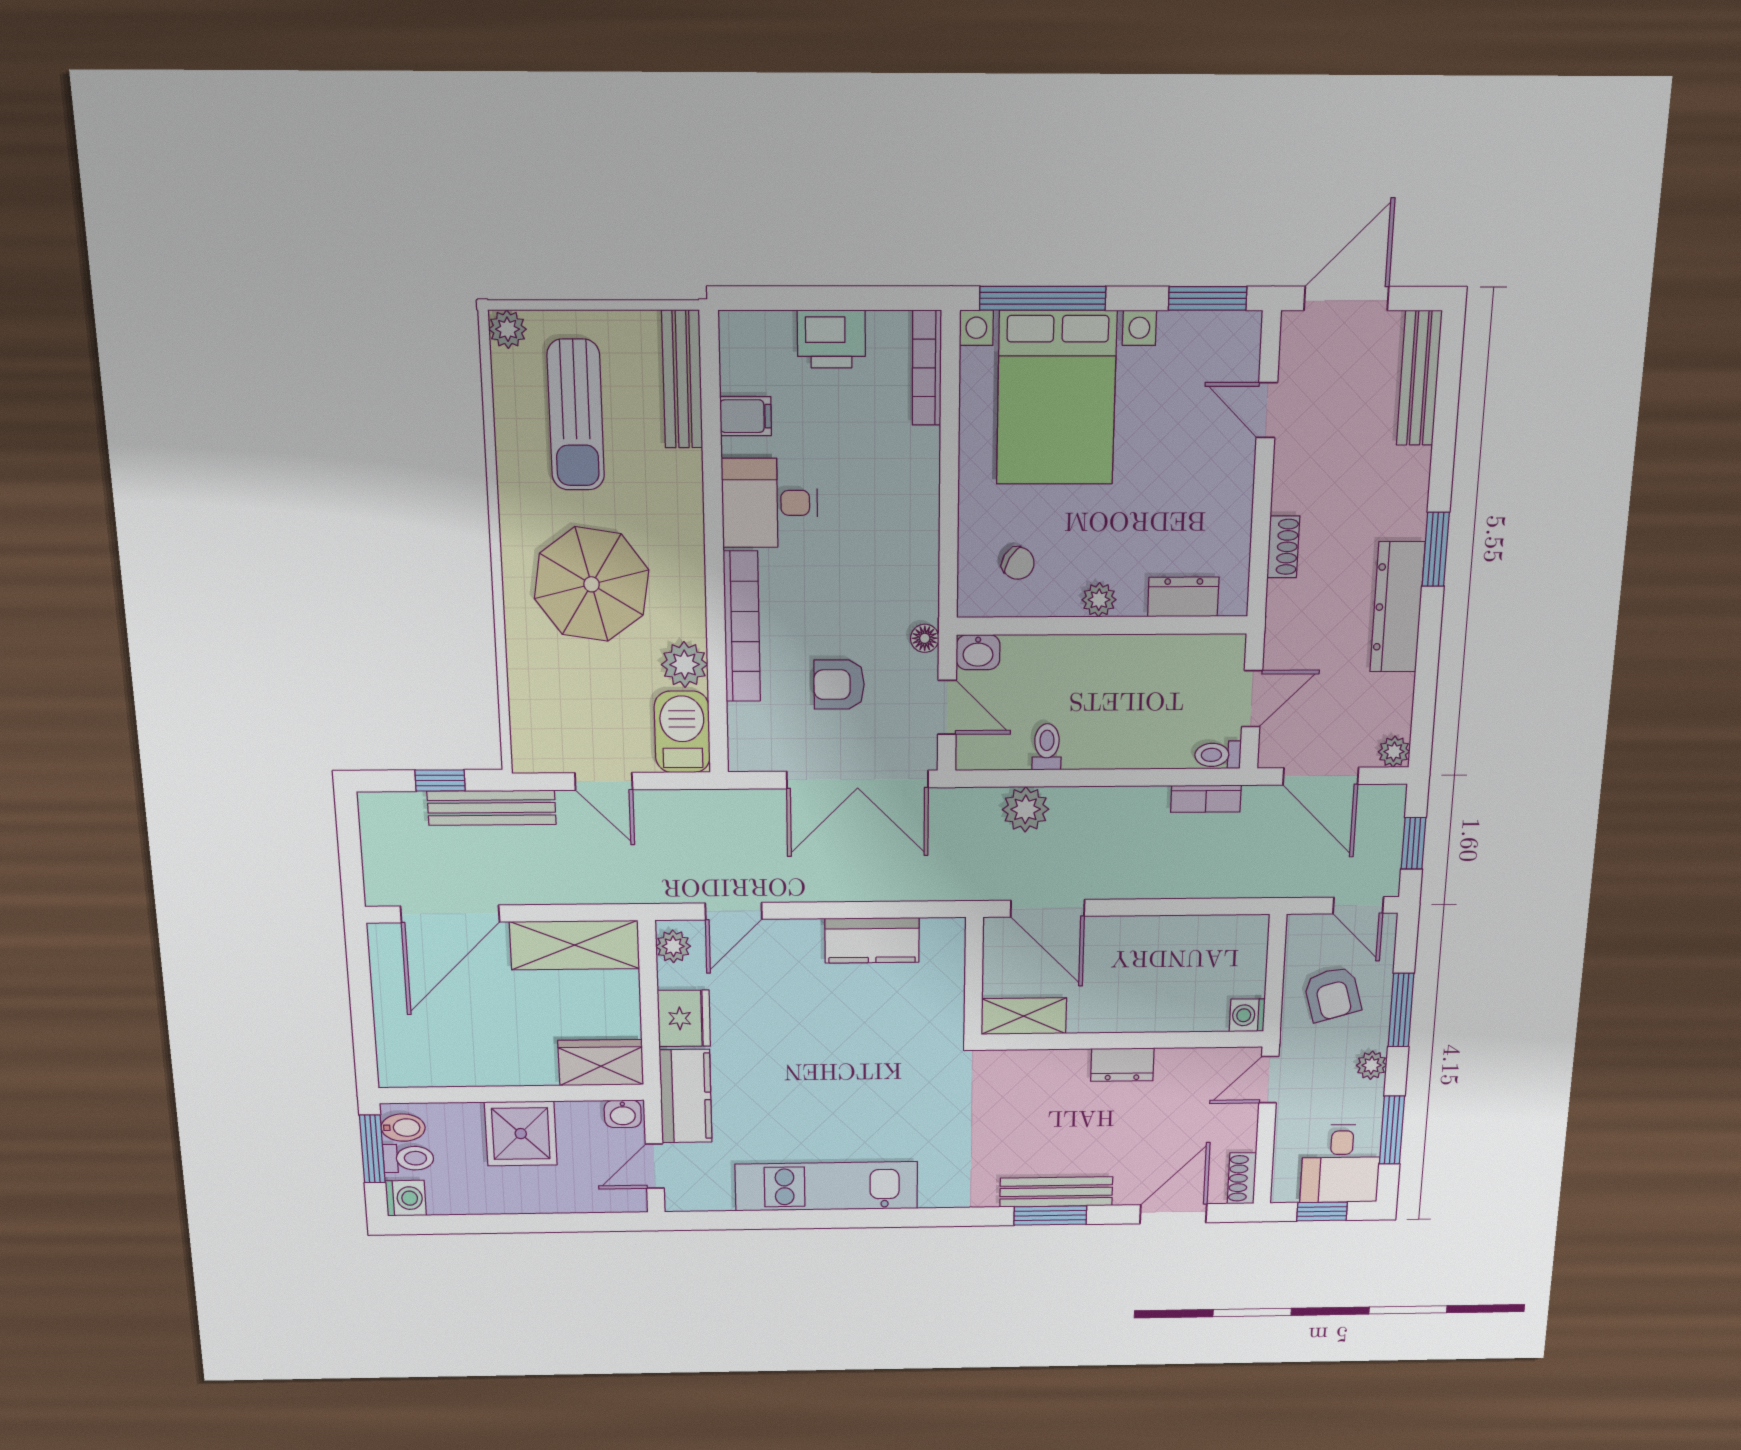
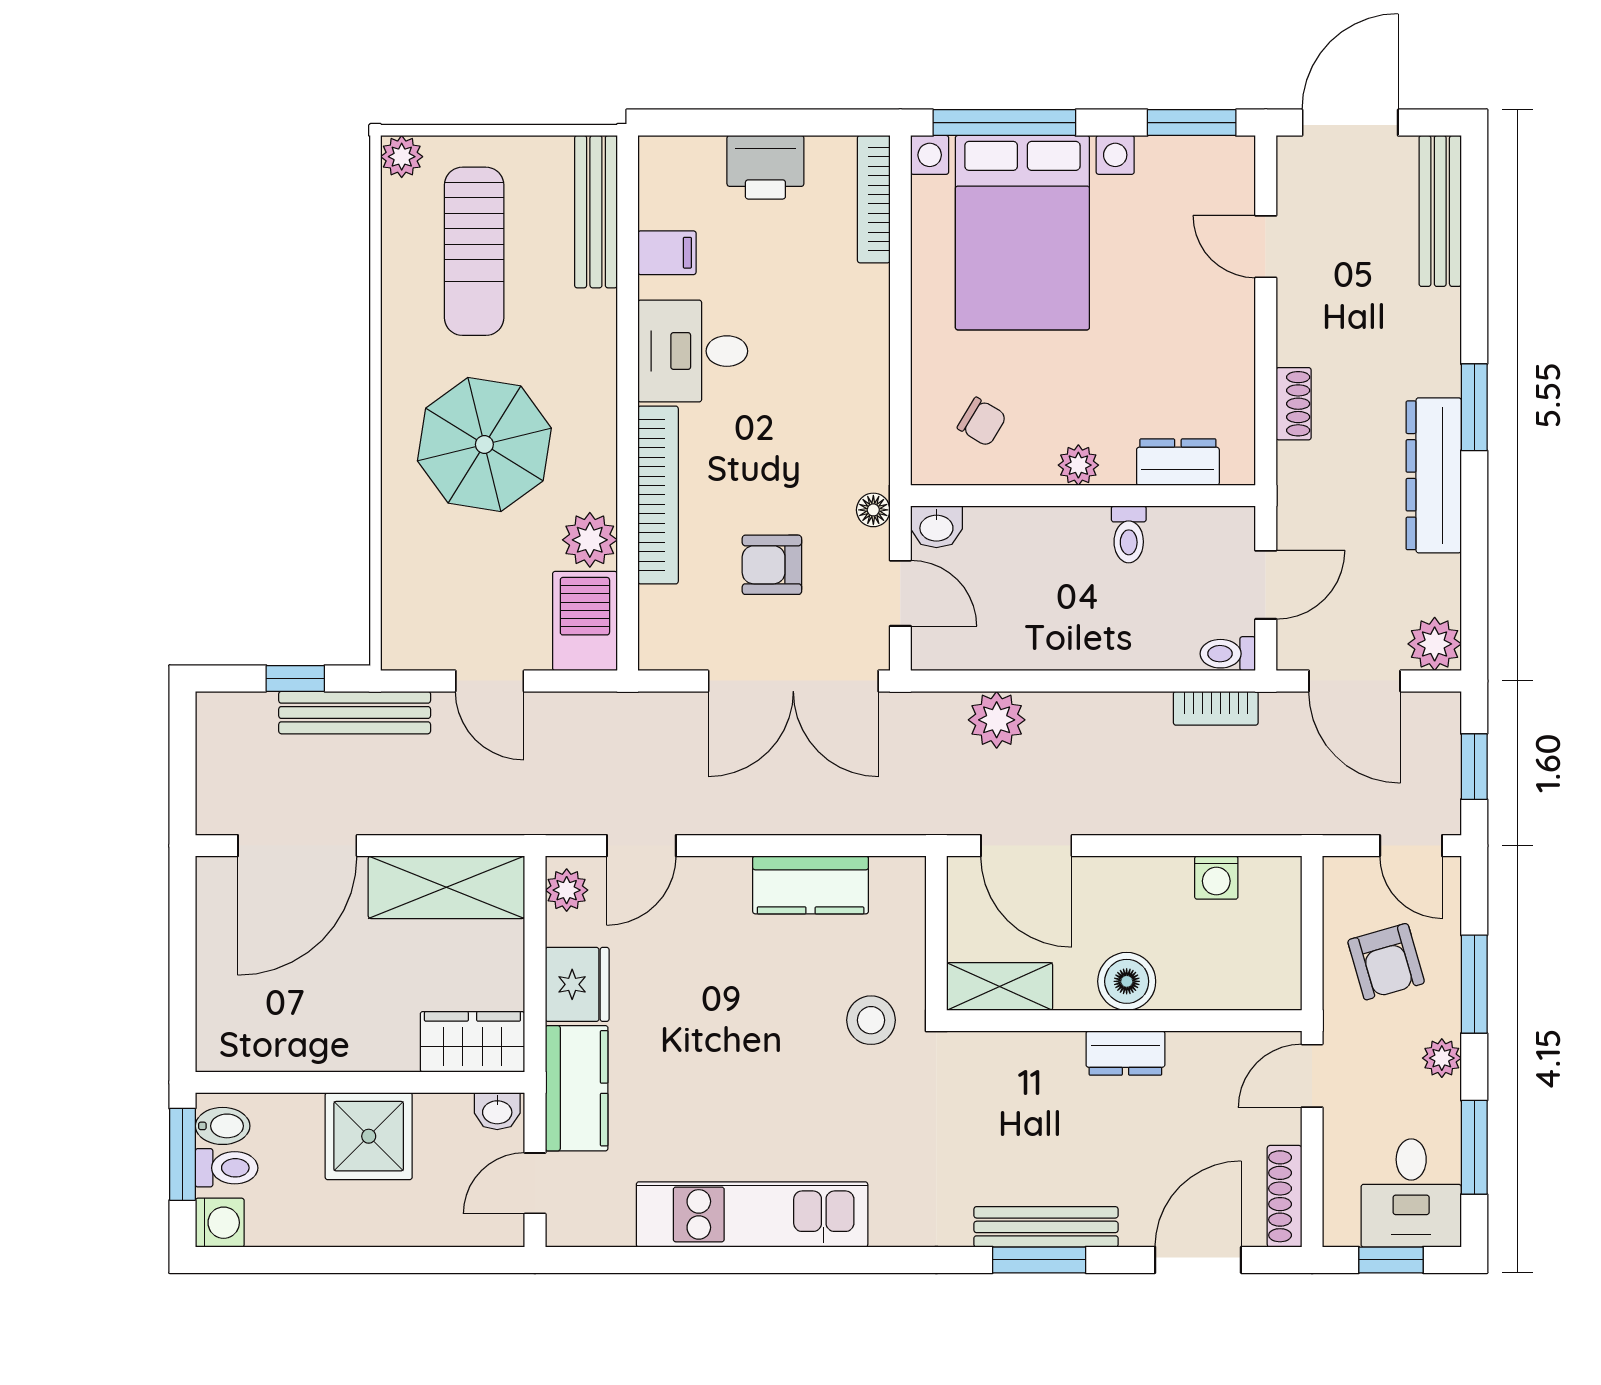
toilet: (1047, 747) -> (1129, 534), moved, turned 180
plant: (1394, 752) -> (1435, 644), width x1.38, depth x1.38
boiler: (1125, 1011) -> (1127, 981), added
washing machine: (1247, 1015) -> (1216, 878), moved, turned -90
stool: (921, 1043) -> (871, 1020), added
shoe rack: (1242, 1178) -> (1284, 1196), width x1.43

